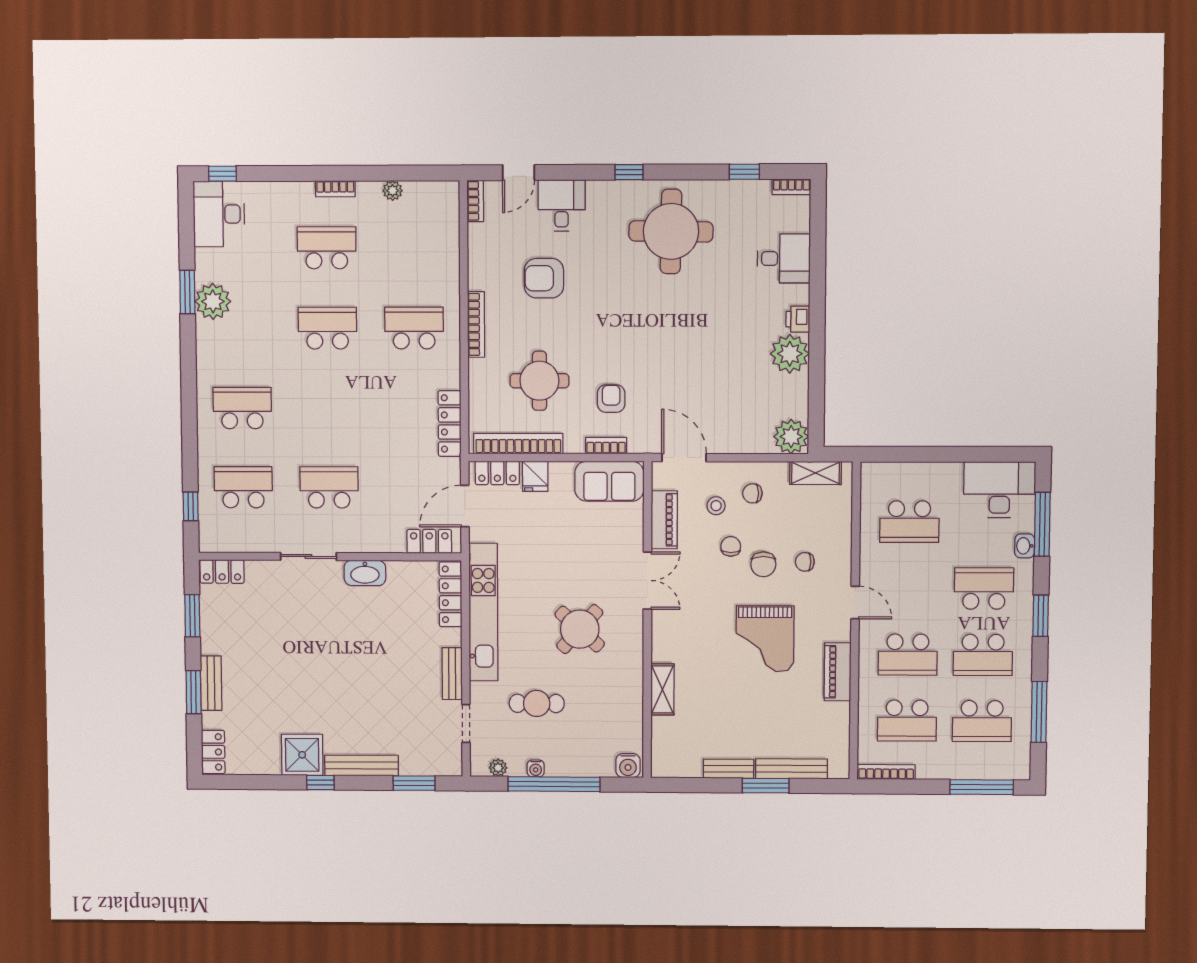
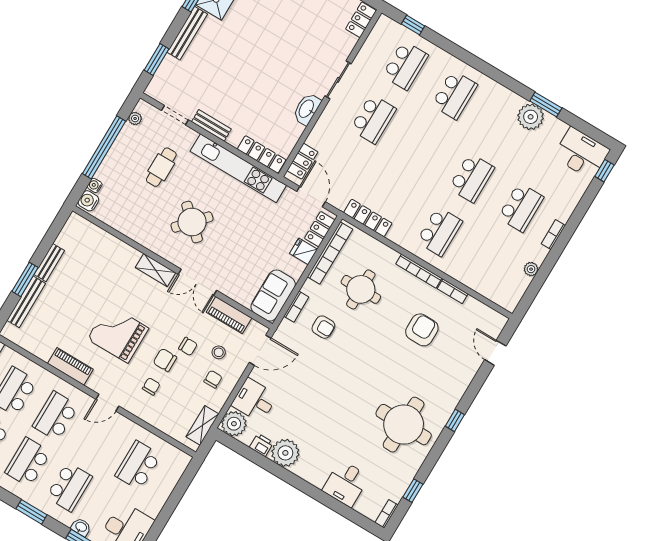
bookcase: (475, 201) -> (453, 291), moved
desk: (562, 205) -> (254, 400), moved, turned 180
printer: (798, 319) -> (261, 445), moved
shelving: (662, 689) -> (155, 270), moved
water cooler: (536, 768) -> (95, 185), moved

